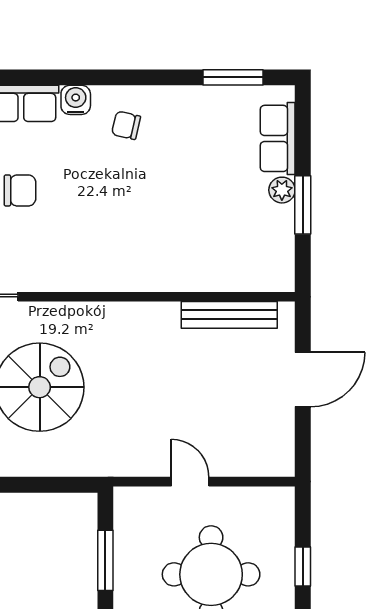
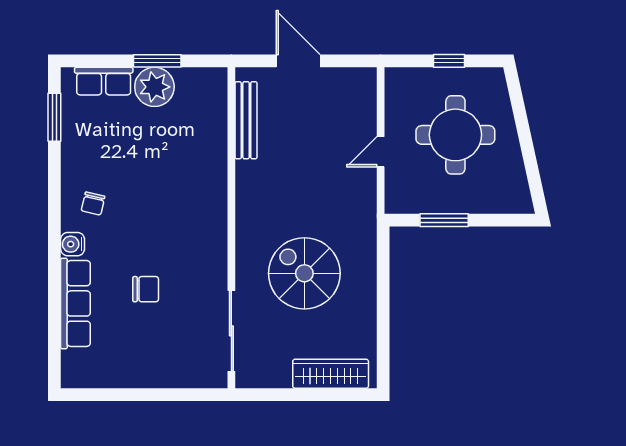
chair: (20, 190) -> (146, 289), turned 90
plant: (282, 190) -> (154, 87), width x1.87, depth x1.87

